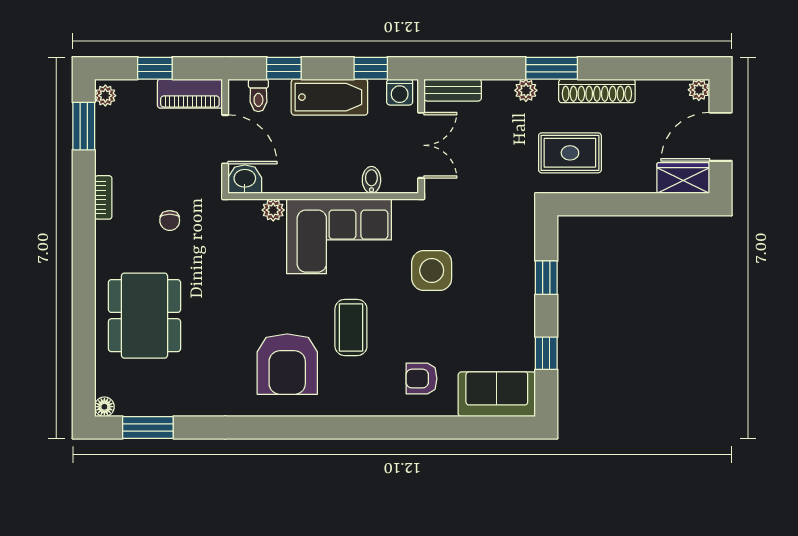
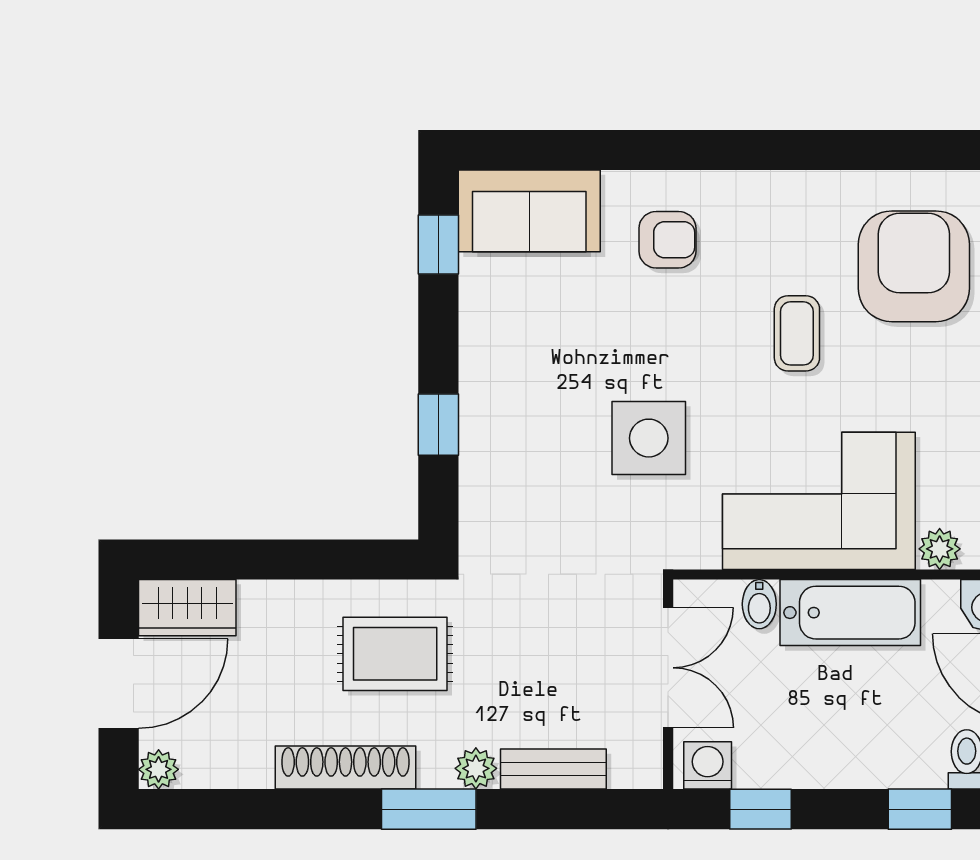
bench: (453, 90) -> (553, 769), moved
bathtub: (329, 97) -> (850, 613), moved, turned 180
double door: (421, 145) -> (668, 668), swing flipped
coffee table: (351, 327) -> (797, 333), width x0.73, depth x0.77
window: (546, 353) -> (438, 244), moved

